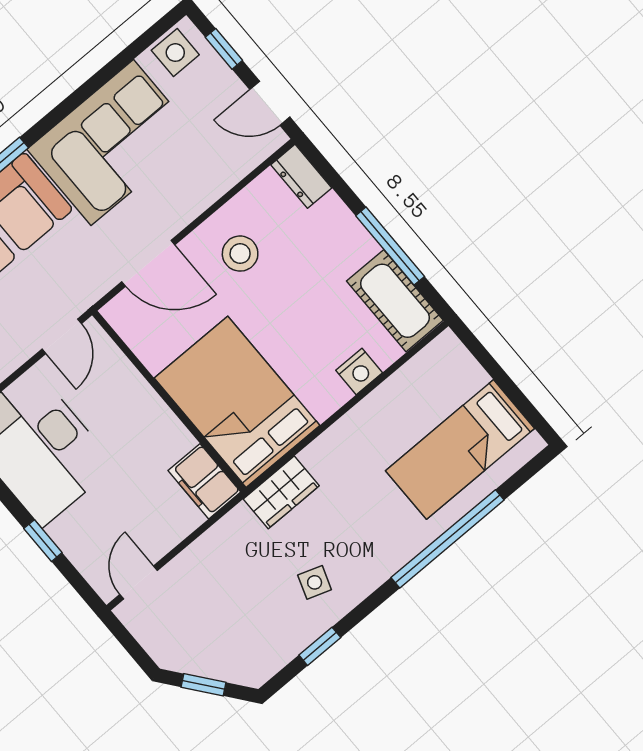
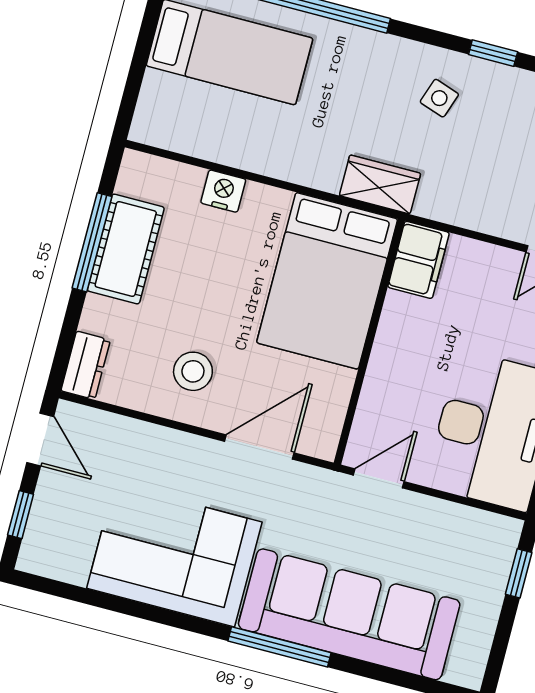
side table: (175, 53) -> (54, 556), removed
door: (148, 263) -> (259, 447), hinge flipped
cot: (395, 301) -> (126, 249), moved

